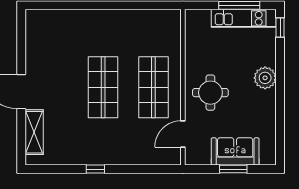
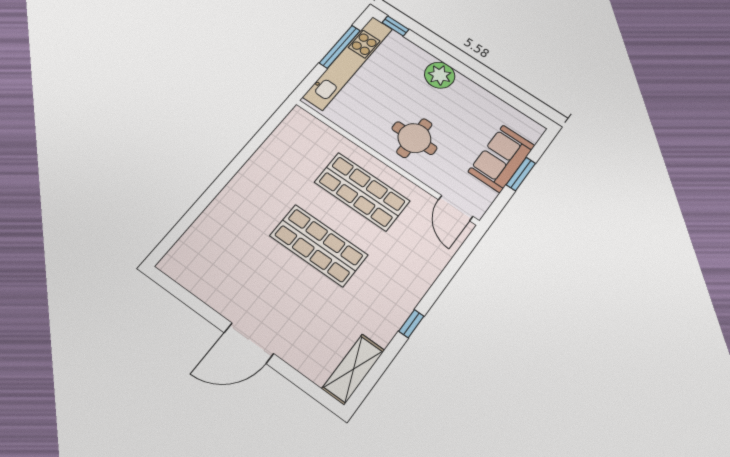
kitchen unit: (244, 18) -> (348, 63), width x1.36
shelving: (34, 132) -> (353, 369), moved, turned 90
door: (183, 134) -> (456, 208), moved

